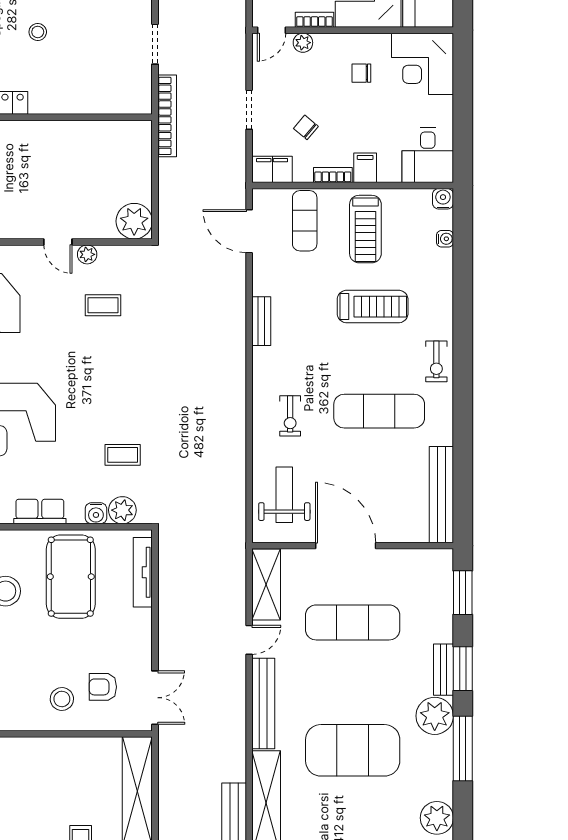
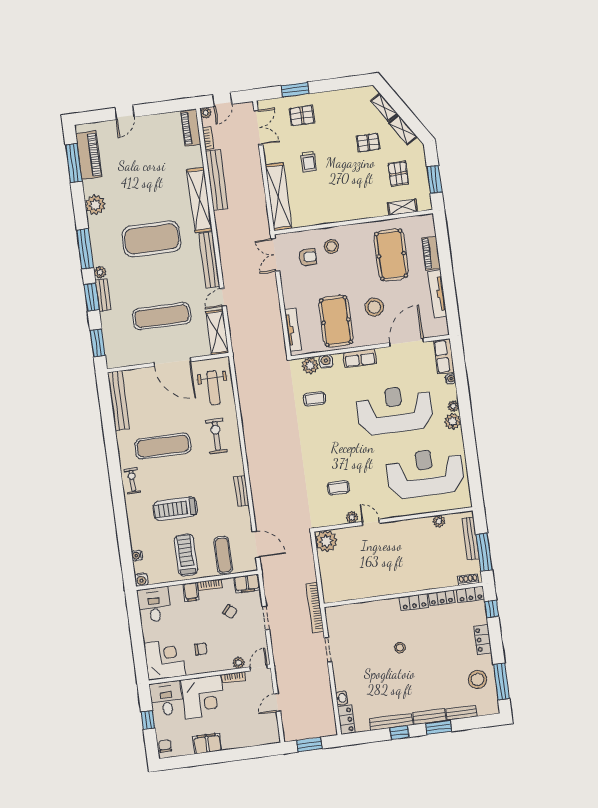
exercise bike: (290, 416) -> (216, 436), width x1.38, depth x1.39
plant: (435, 716) -> (100, 272), width x0.53, depth x0.53

